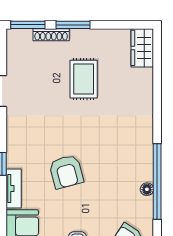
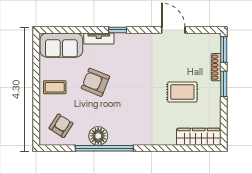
wardrobe: (142, 48) -> (199, 137), width x1.50
armchair: (66, 172) -> (95, 82), moved, turned 37
floor lamp: (147, 189) -> (98, 136), width x1.89, depth x1.89

